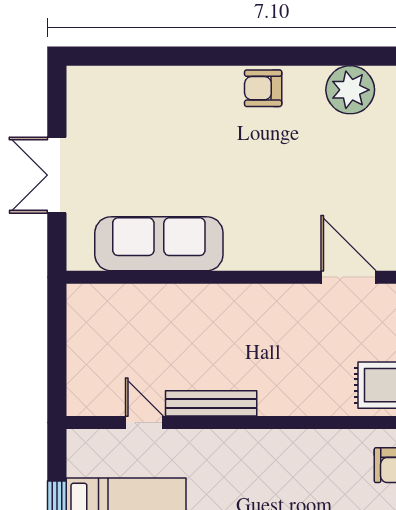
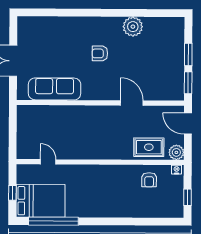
armchair: (263, 88) -> (100, 53), moved
bench: (211, 403) -> (75, 154), removed

